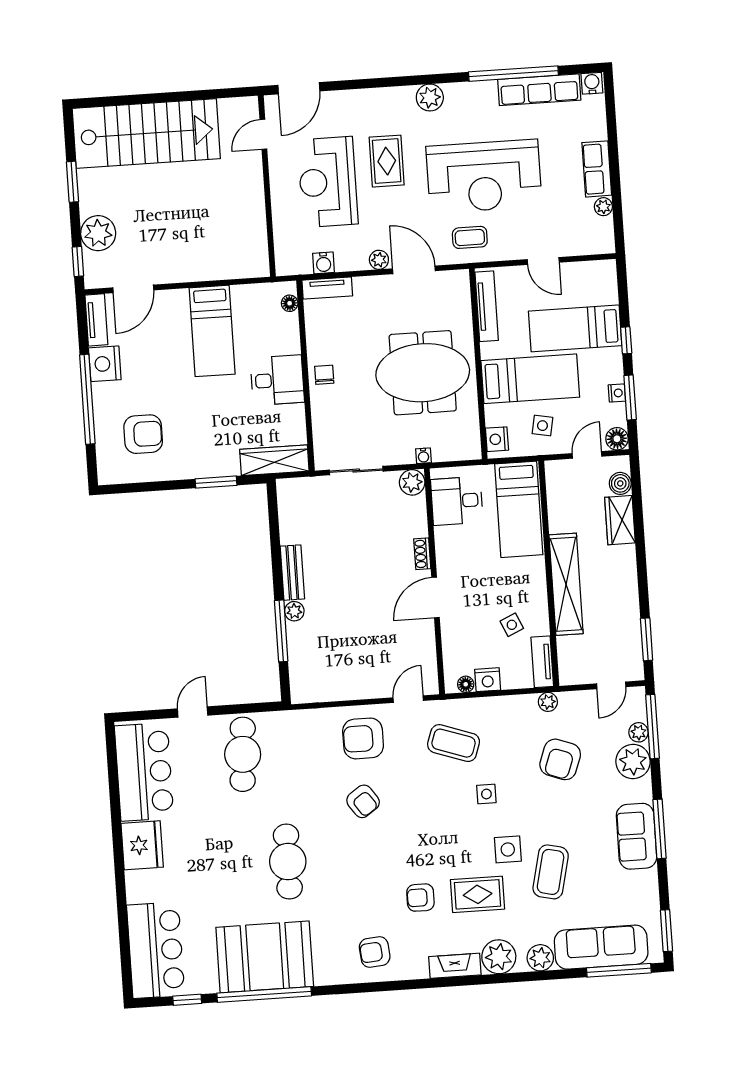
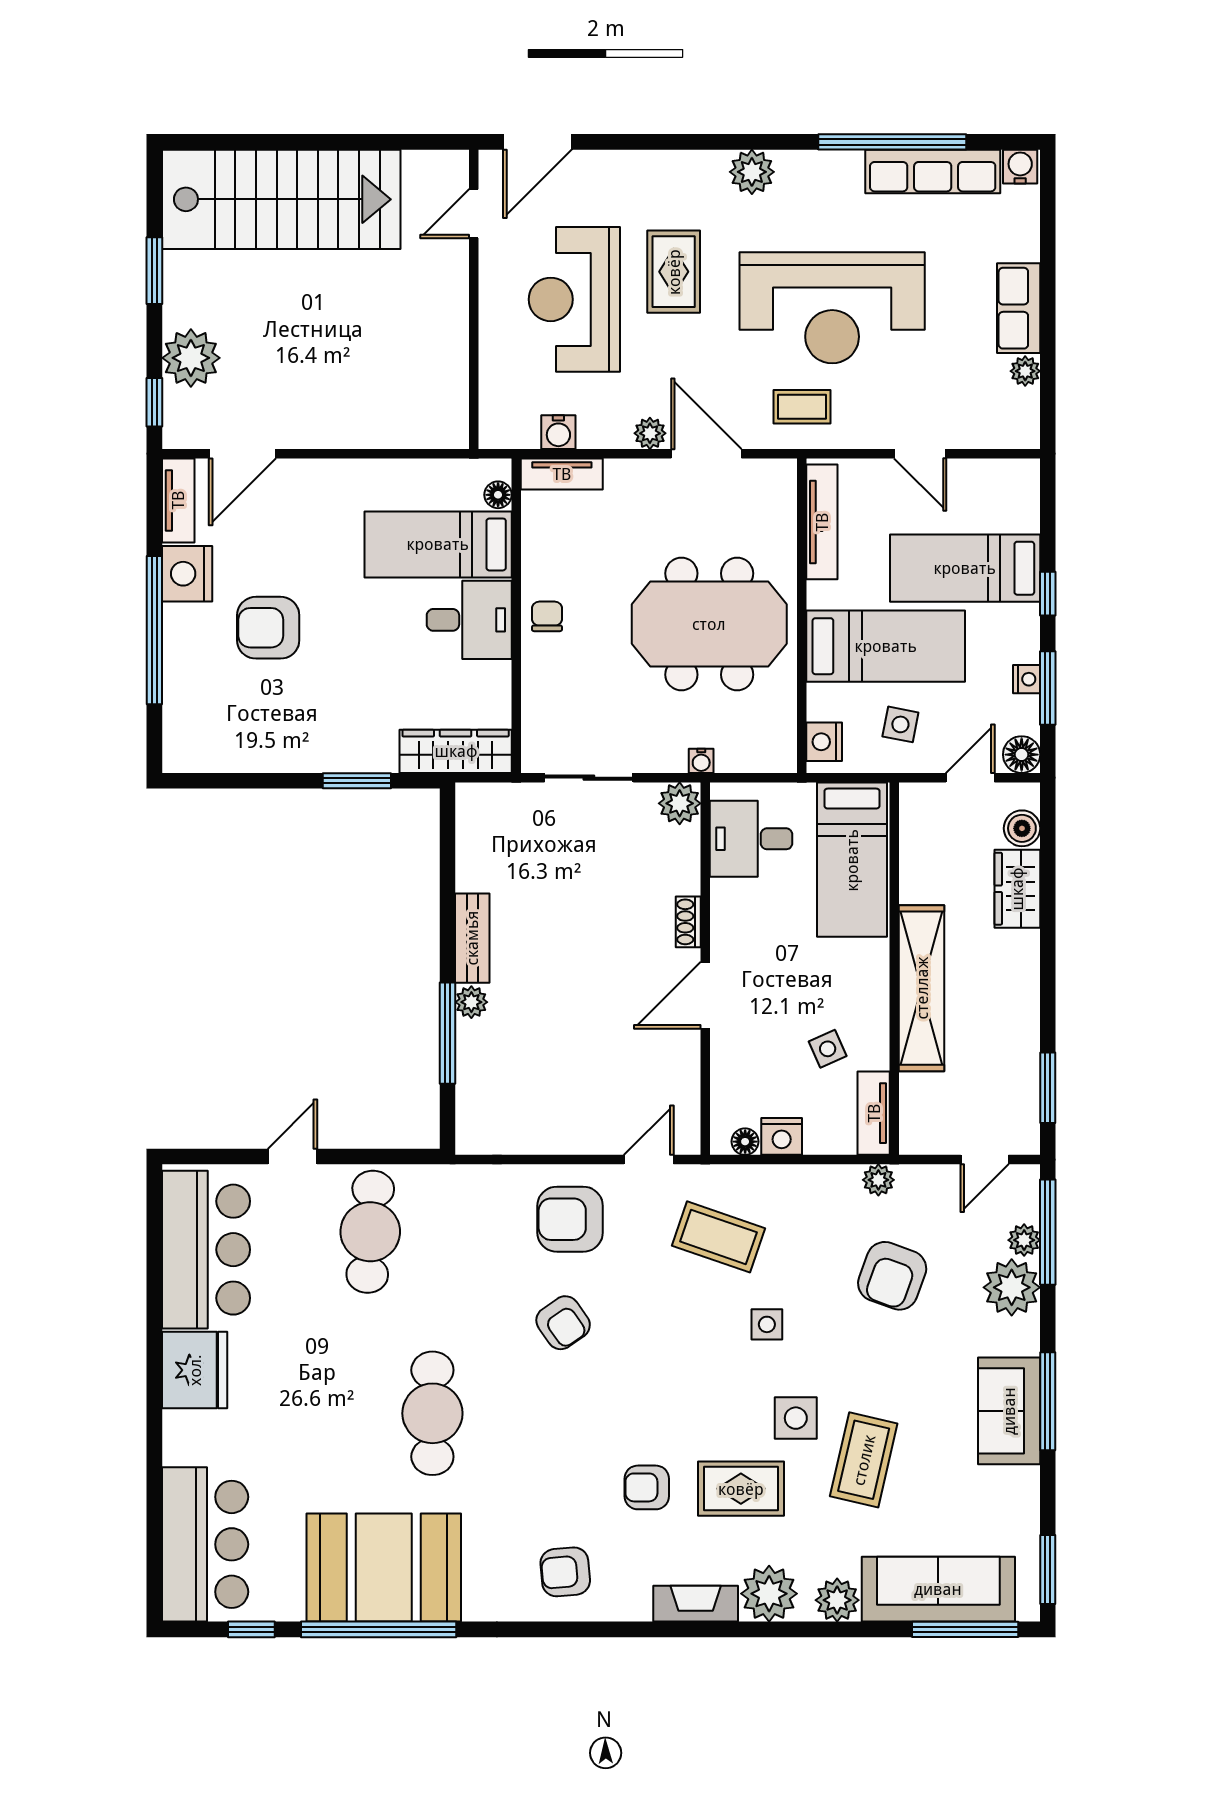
bed: (212, 331) -> (438, 544), moved, turned 90
armchair: (143, 434) -> (268, 628), moved, turned 180

